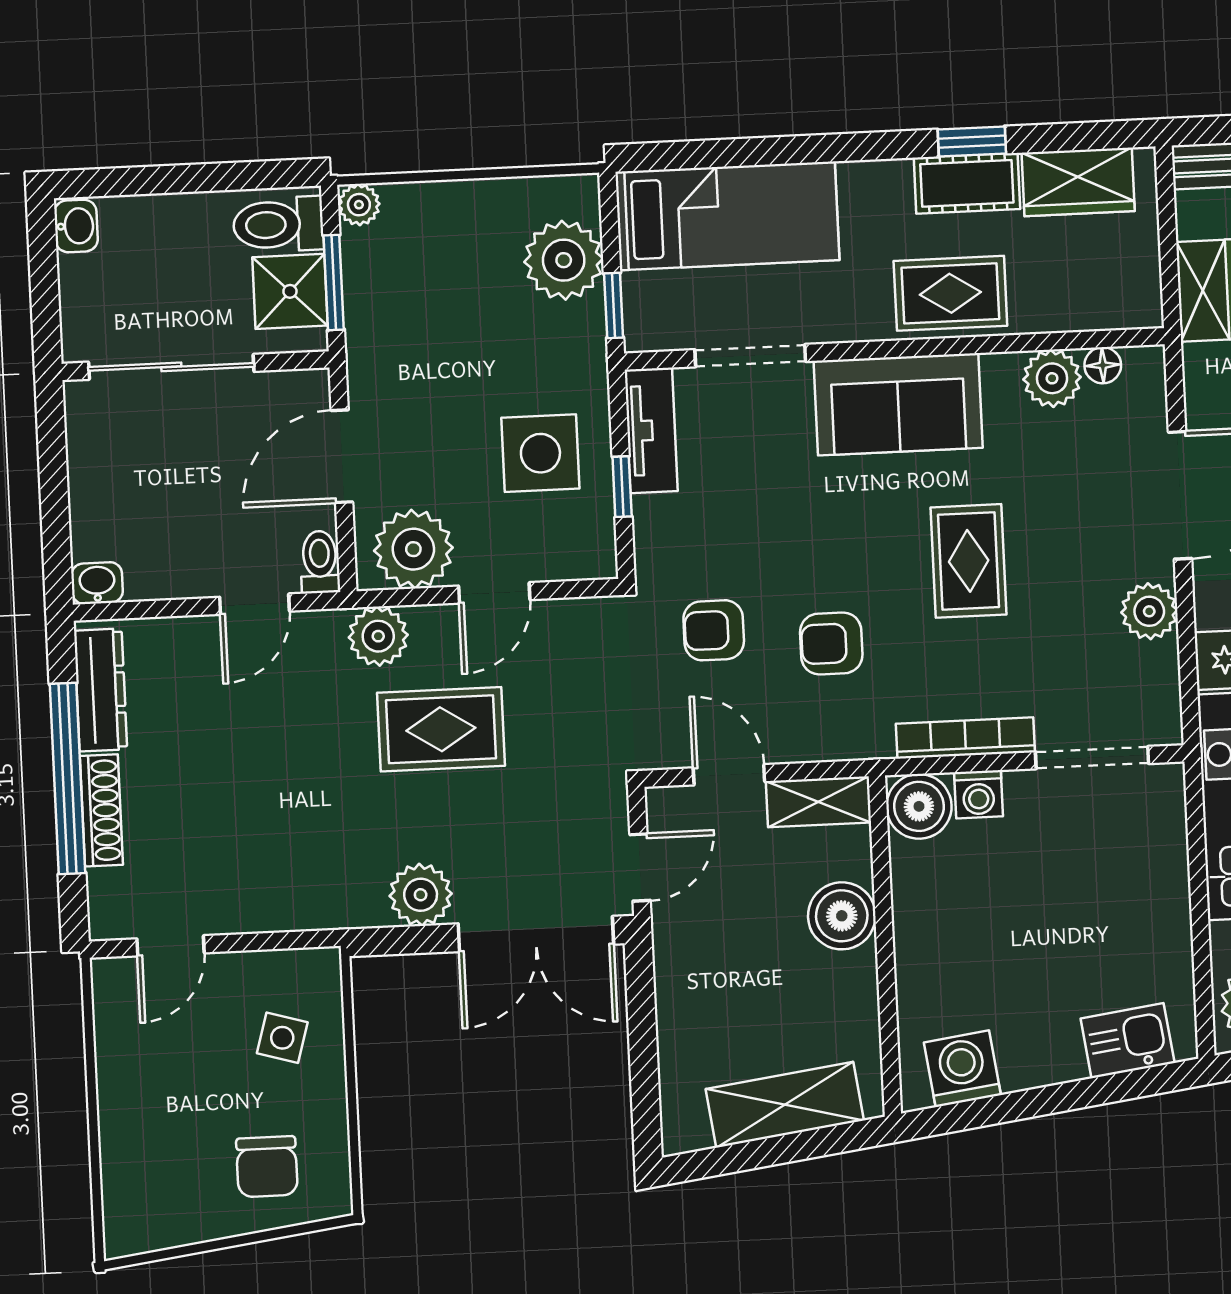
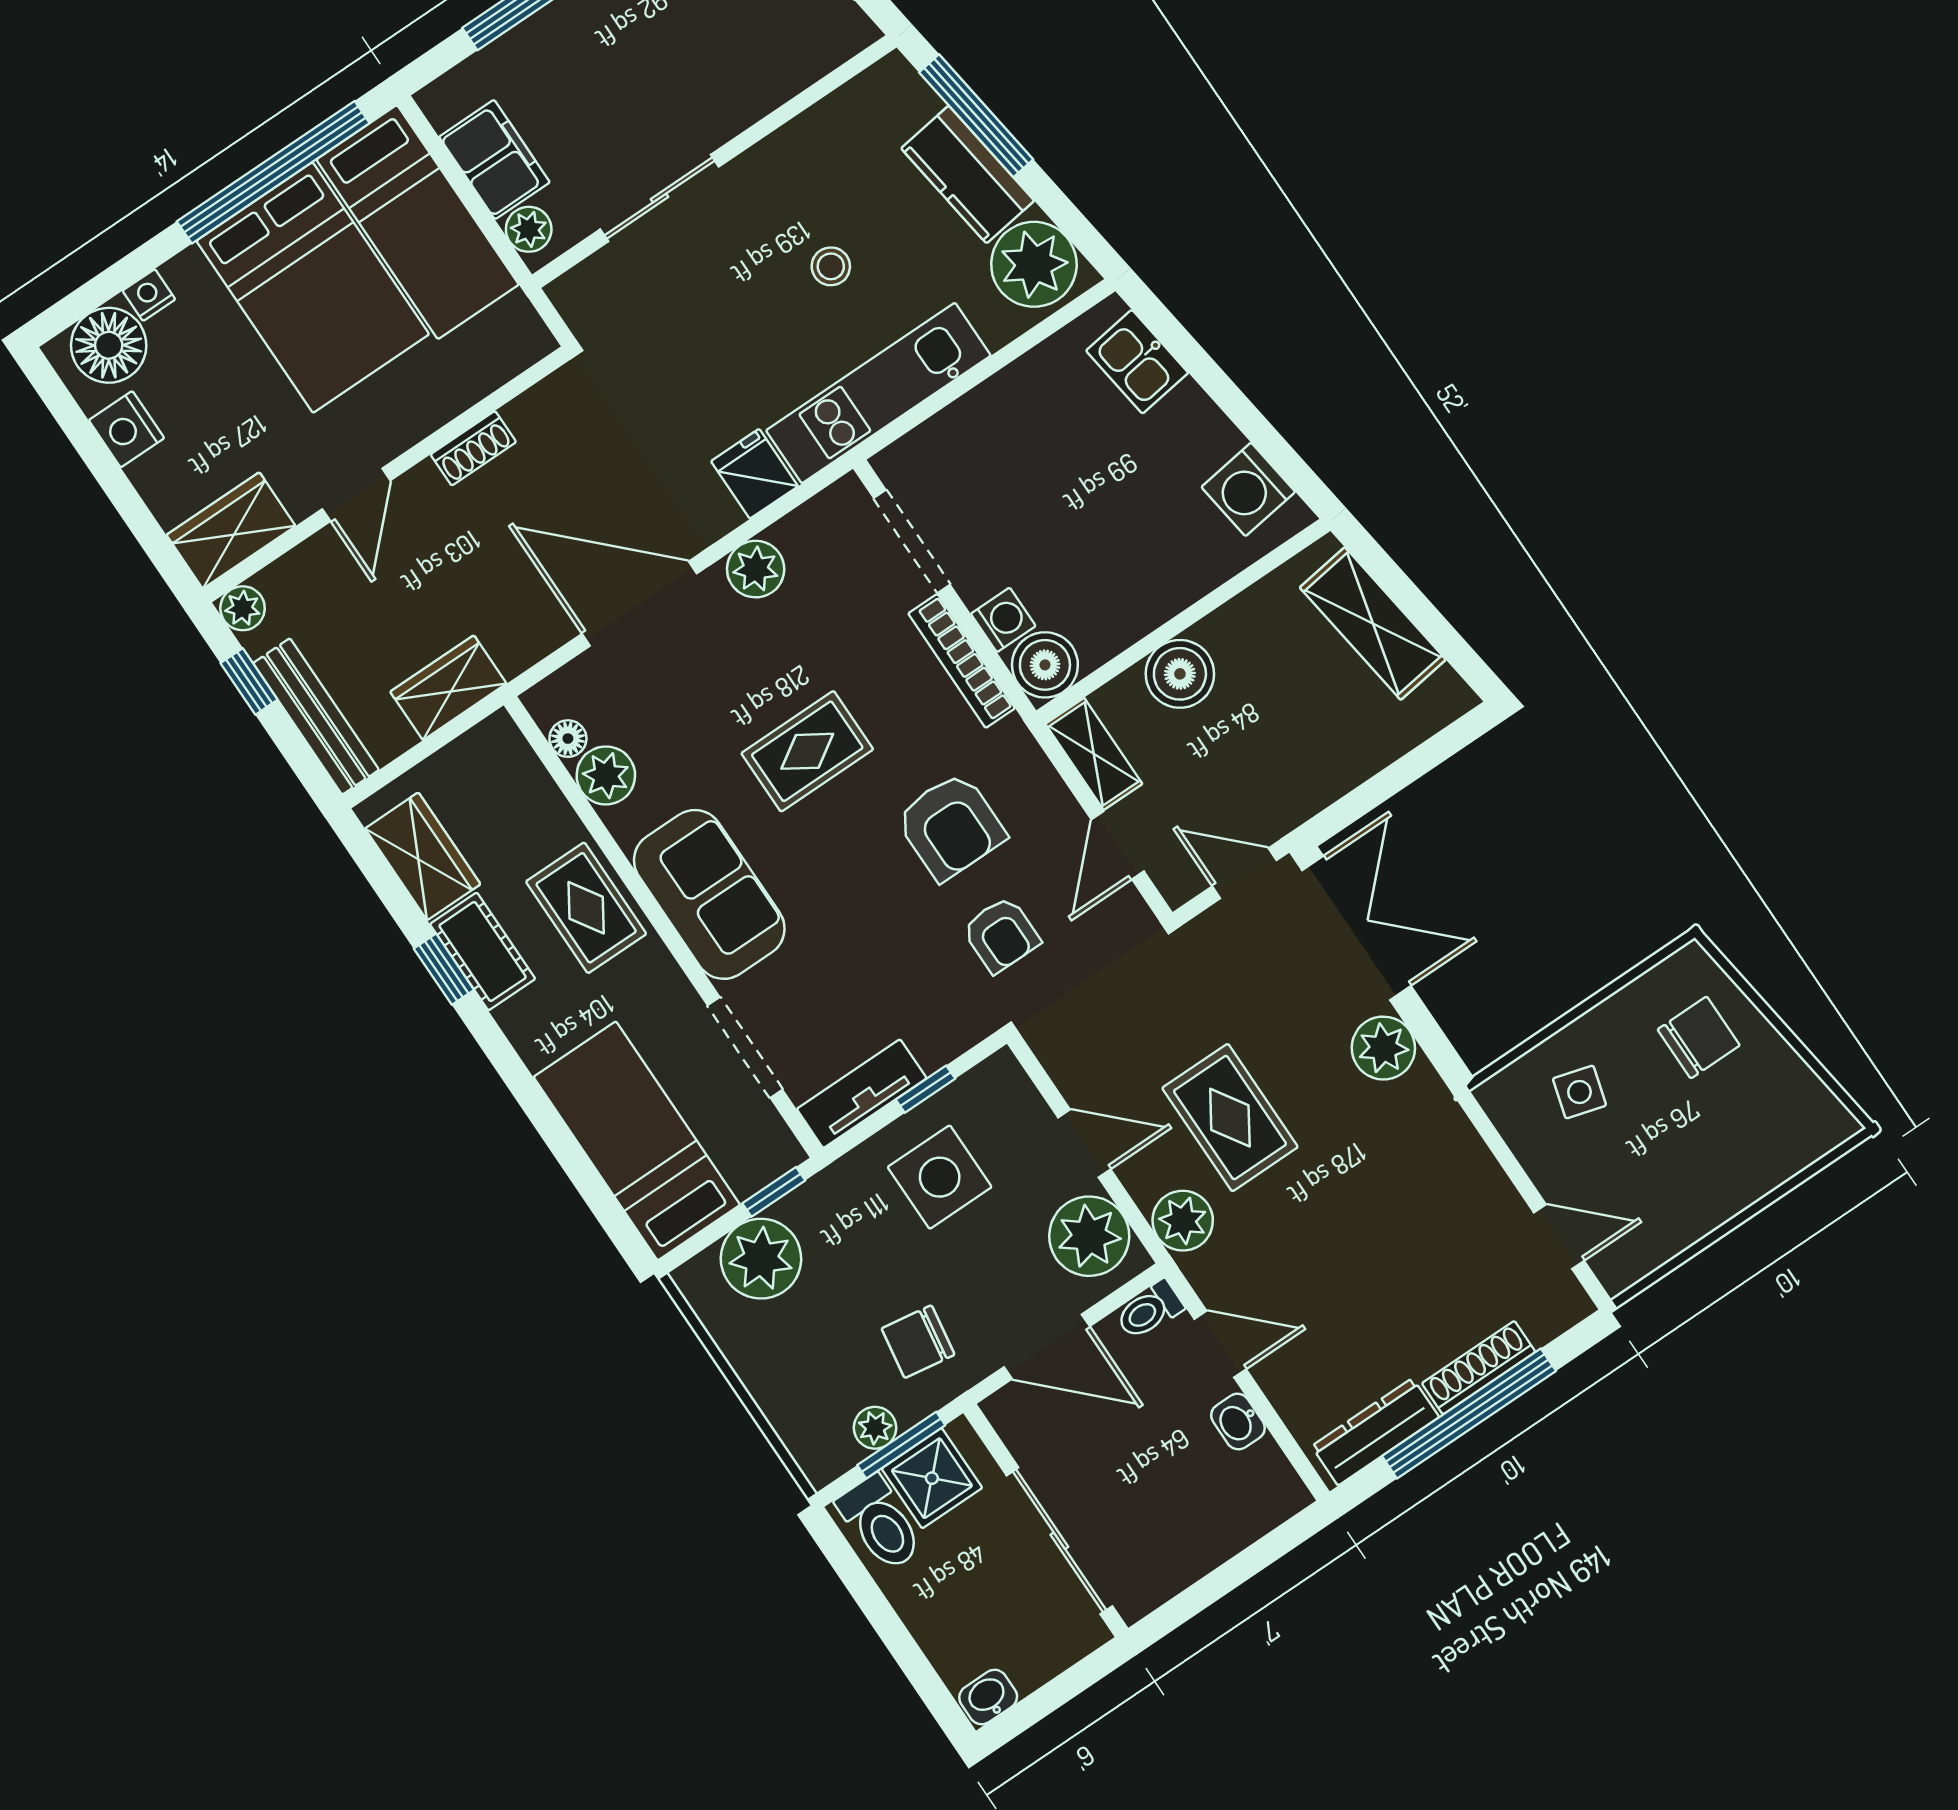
plant: (359, 205) -> (875, 1428), moved
chair: (413, 350) -> (918, 1342), added
washbasin: (97, 583) -> (1238, 1422), moved
armchair: (831, 643) -> (951, 826), width x1.38, depth x1.38

